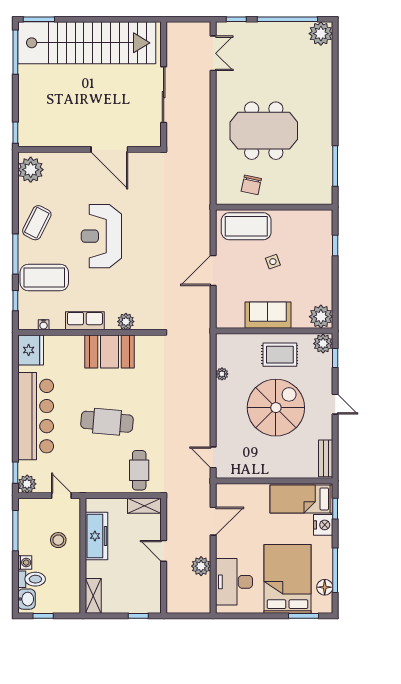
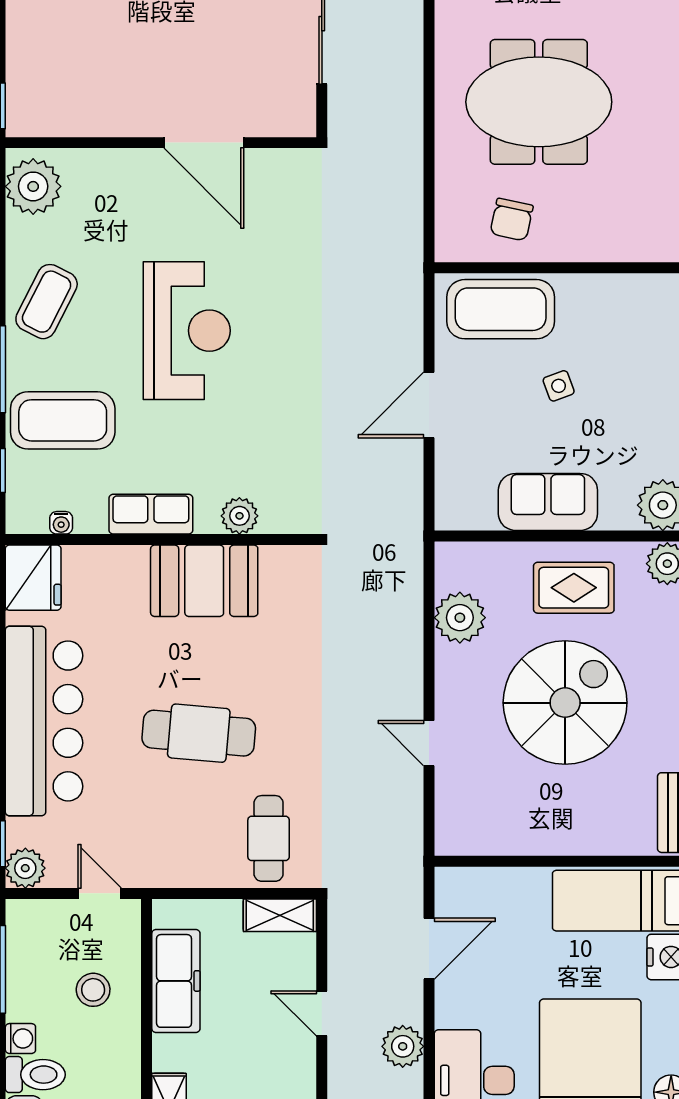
reception desk: (101, 236) -> (187, 331), turned 180
plant: (222, 374) -> (460, 618), width x1.88, depth x1.88
door: (213, 457) -> (429, 743), moved

